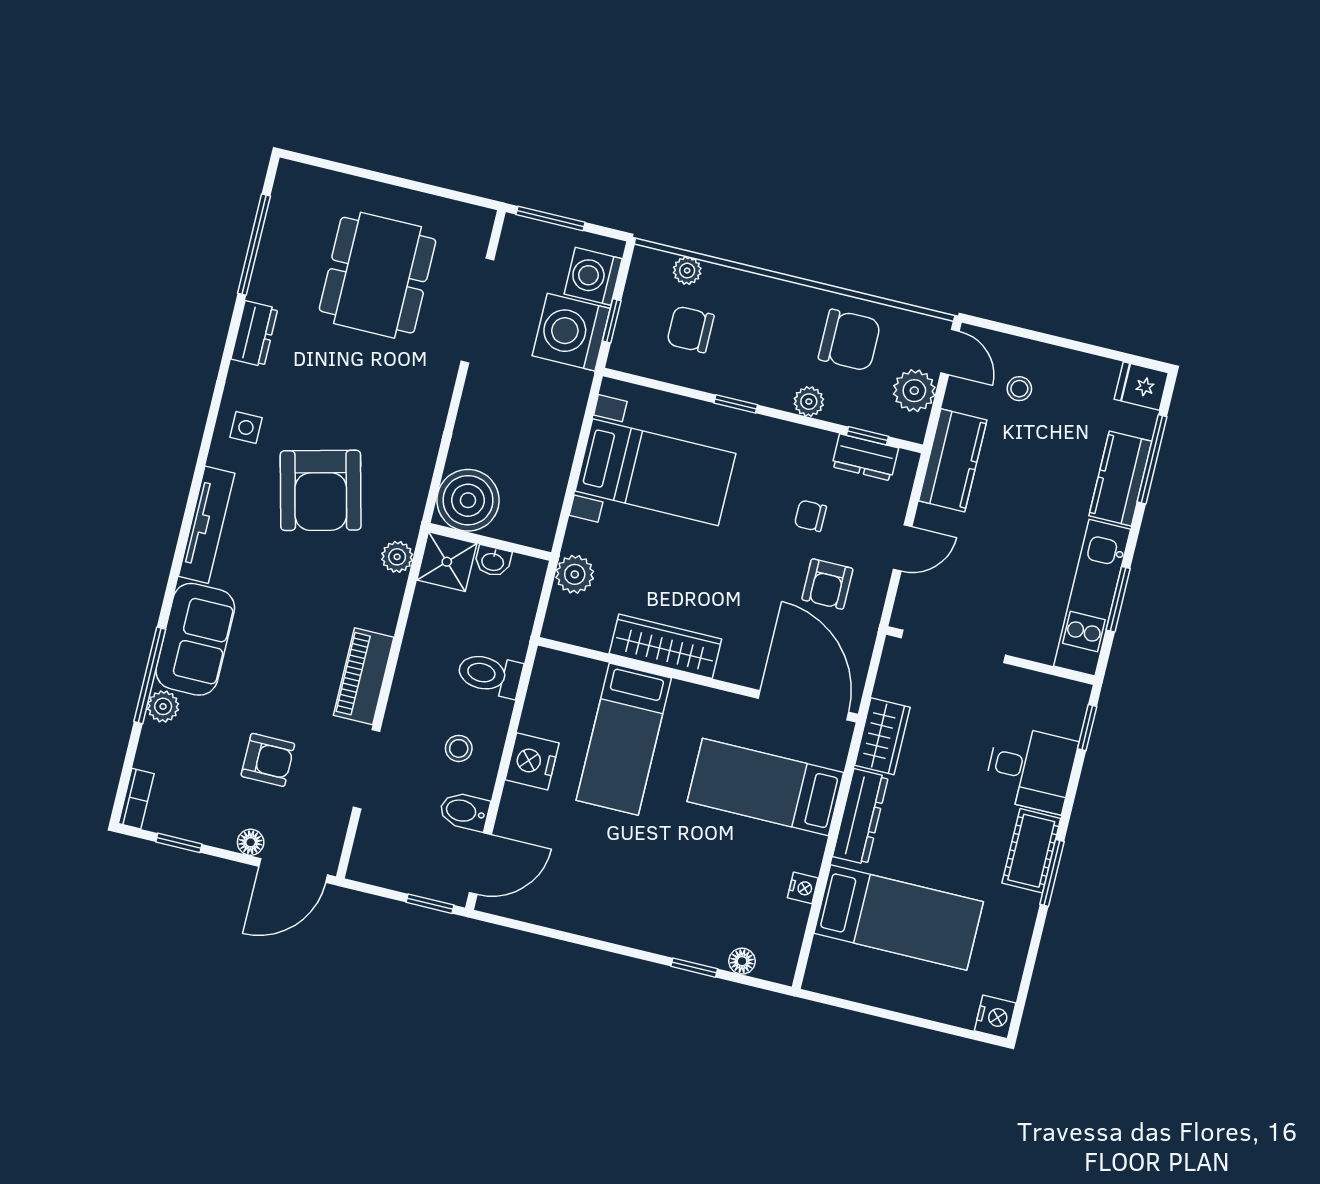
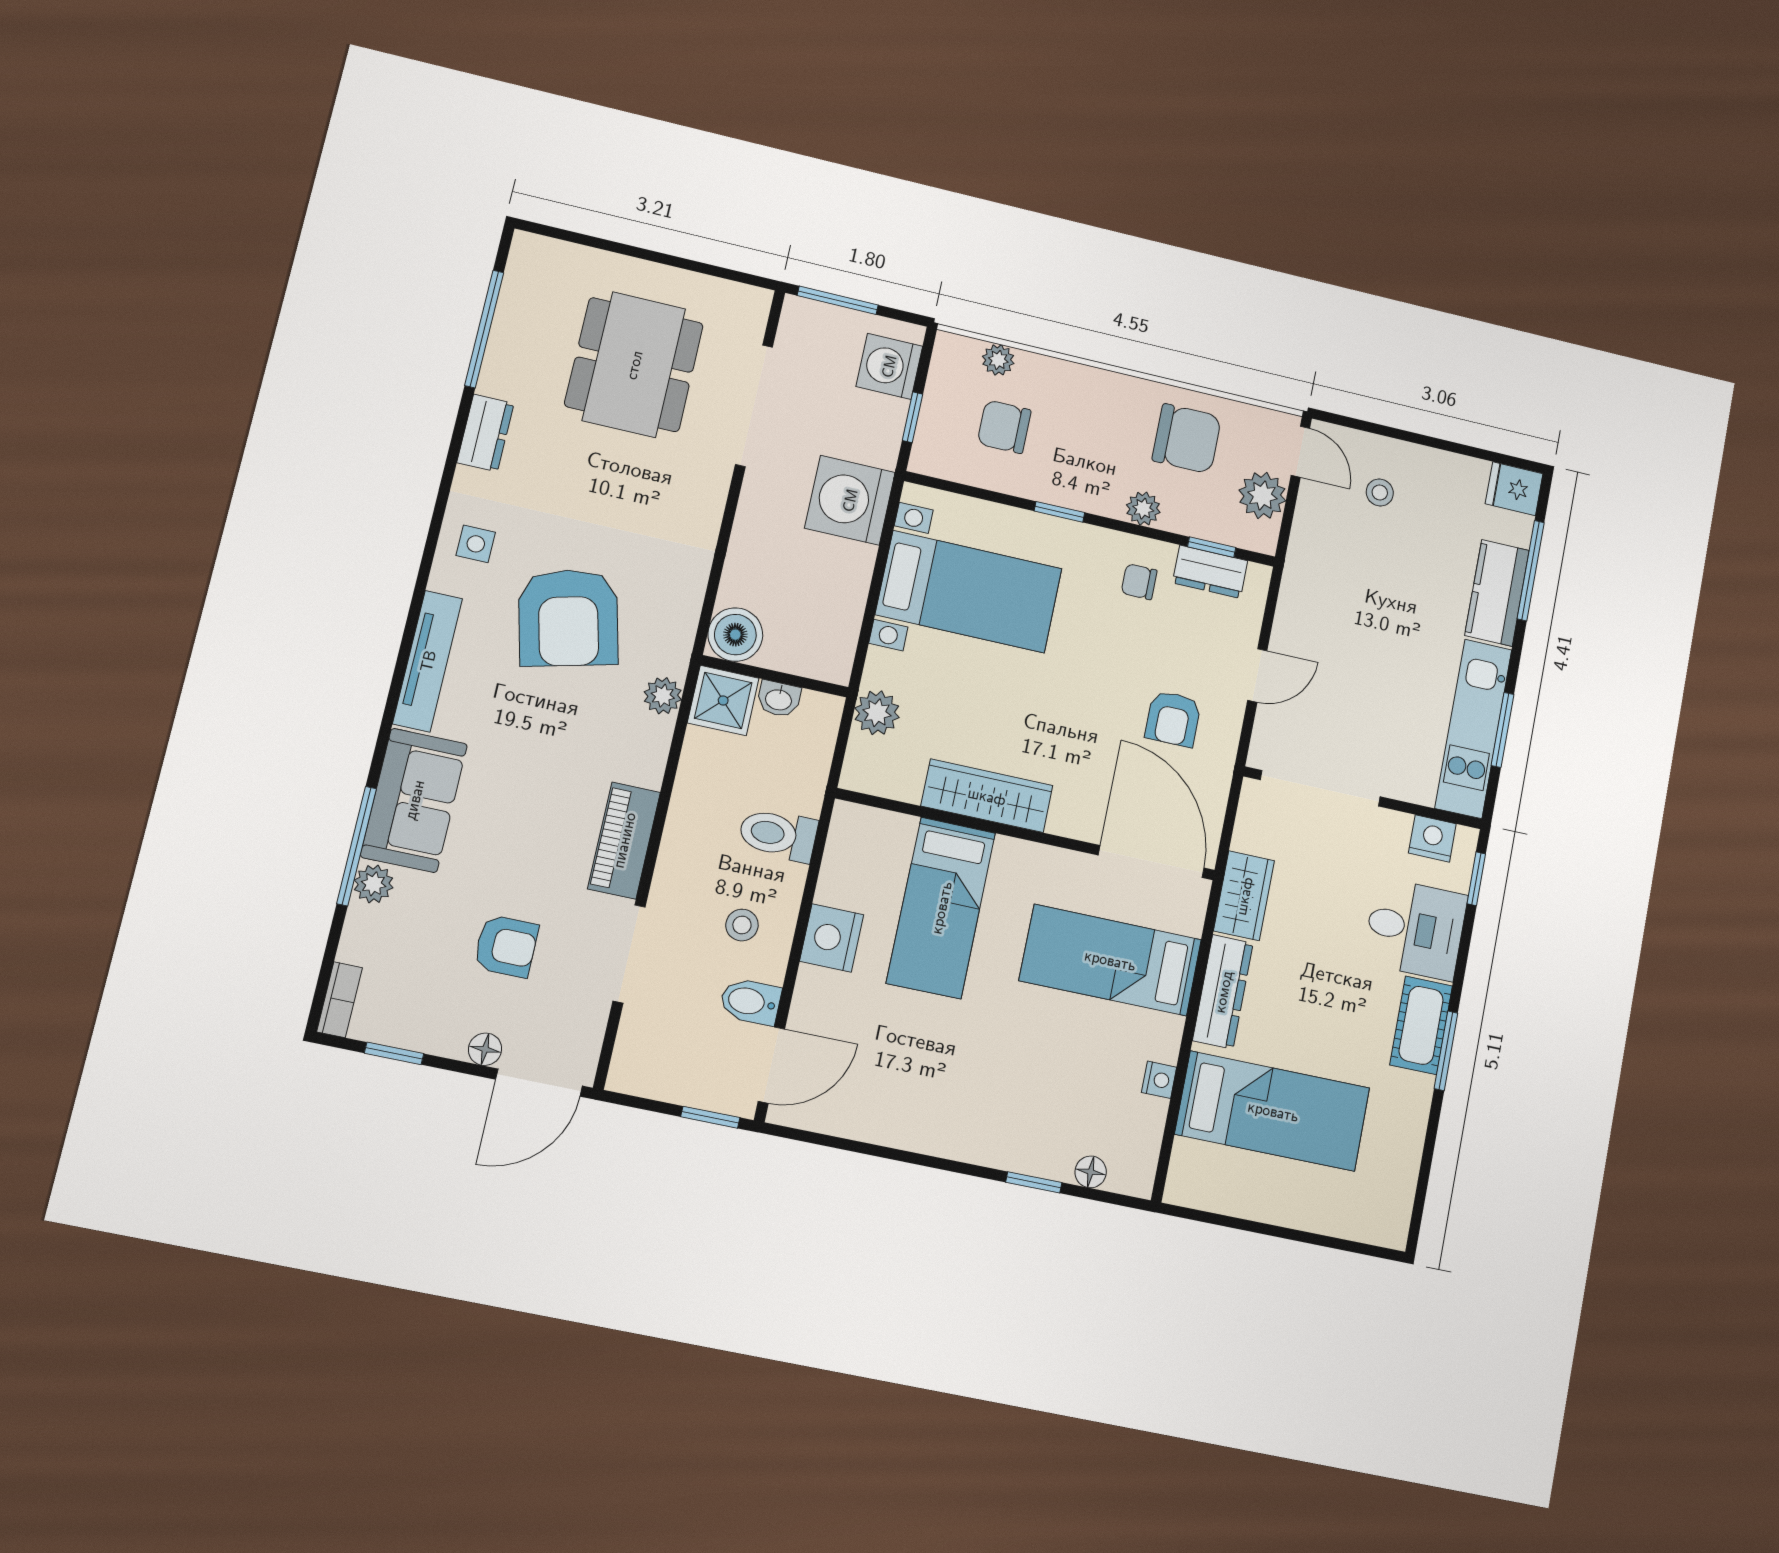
washing machine: (571, 332) -> (850, 500), moved
kitchen counter: (953, 460) -> (1309, 574), removed
boiler: (468, 500) -> (735, 635), width x0.73, depth x0.73
chair: (810, 516) -> (1139, 582), moved
nightstand: (995, 1017) -> (1432, 838), moved, turned -90

